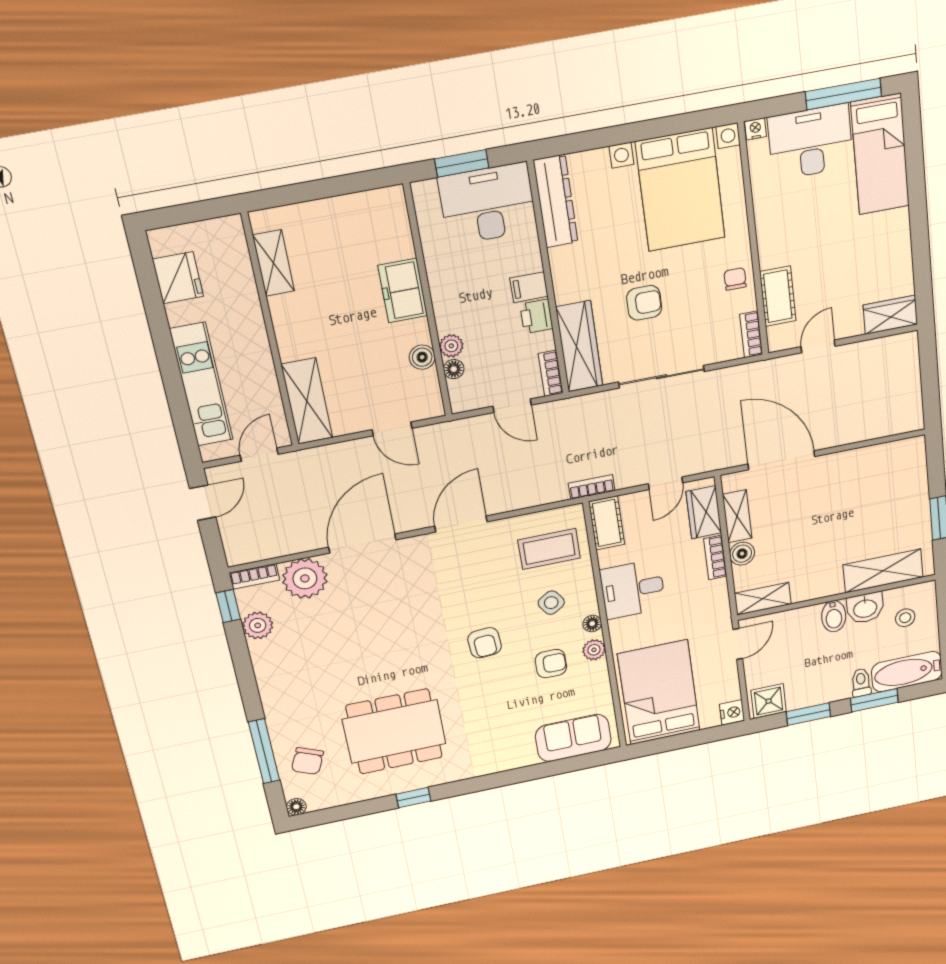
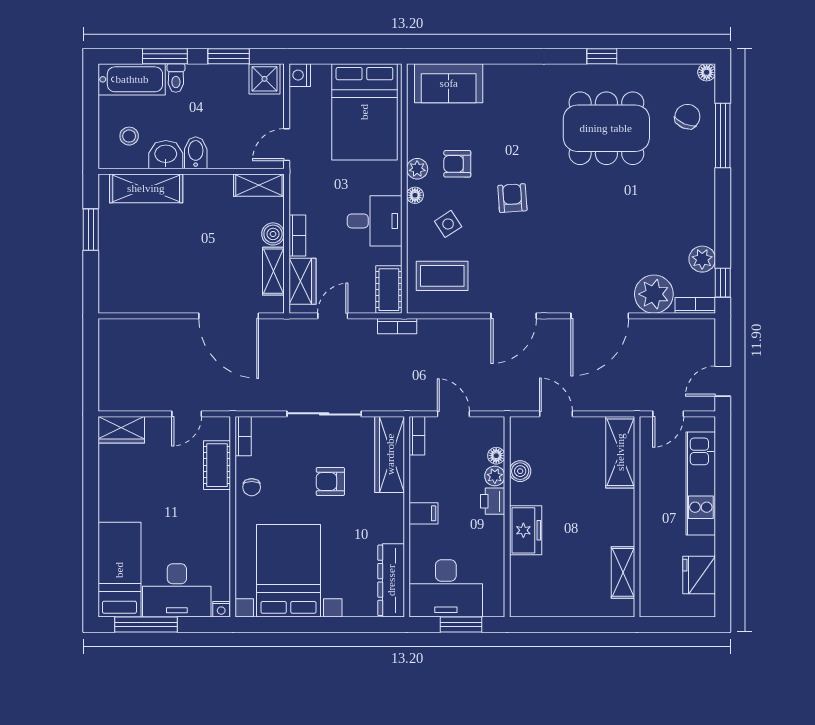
printer: (536, 316) -> (493, 501), moved, turned 180

